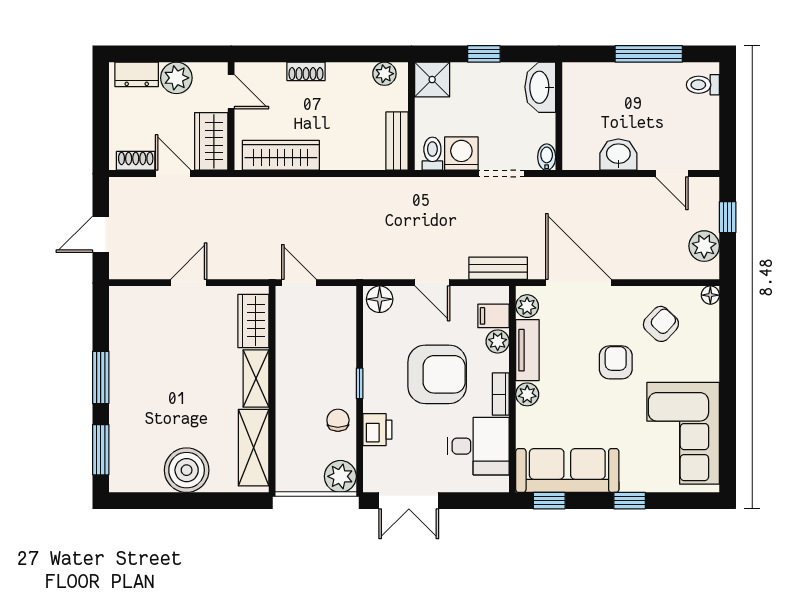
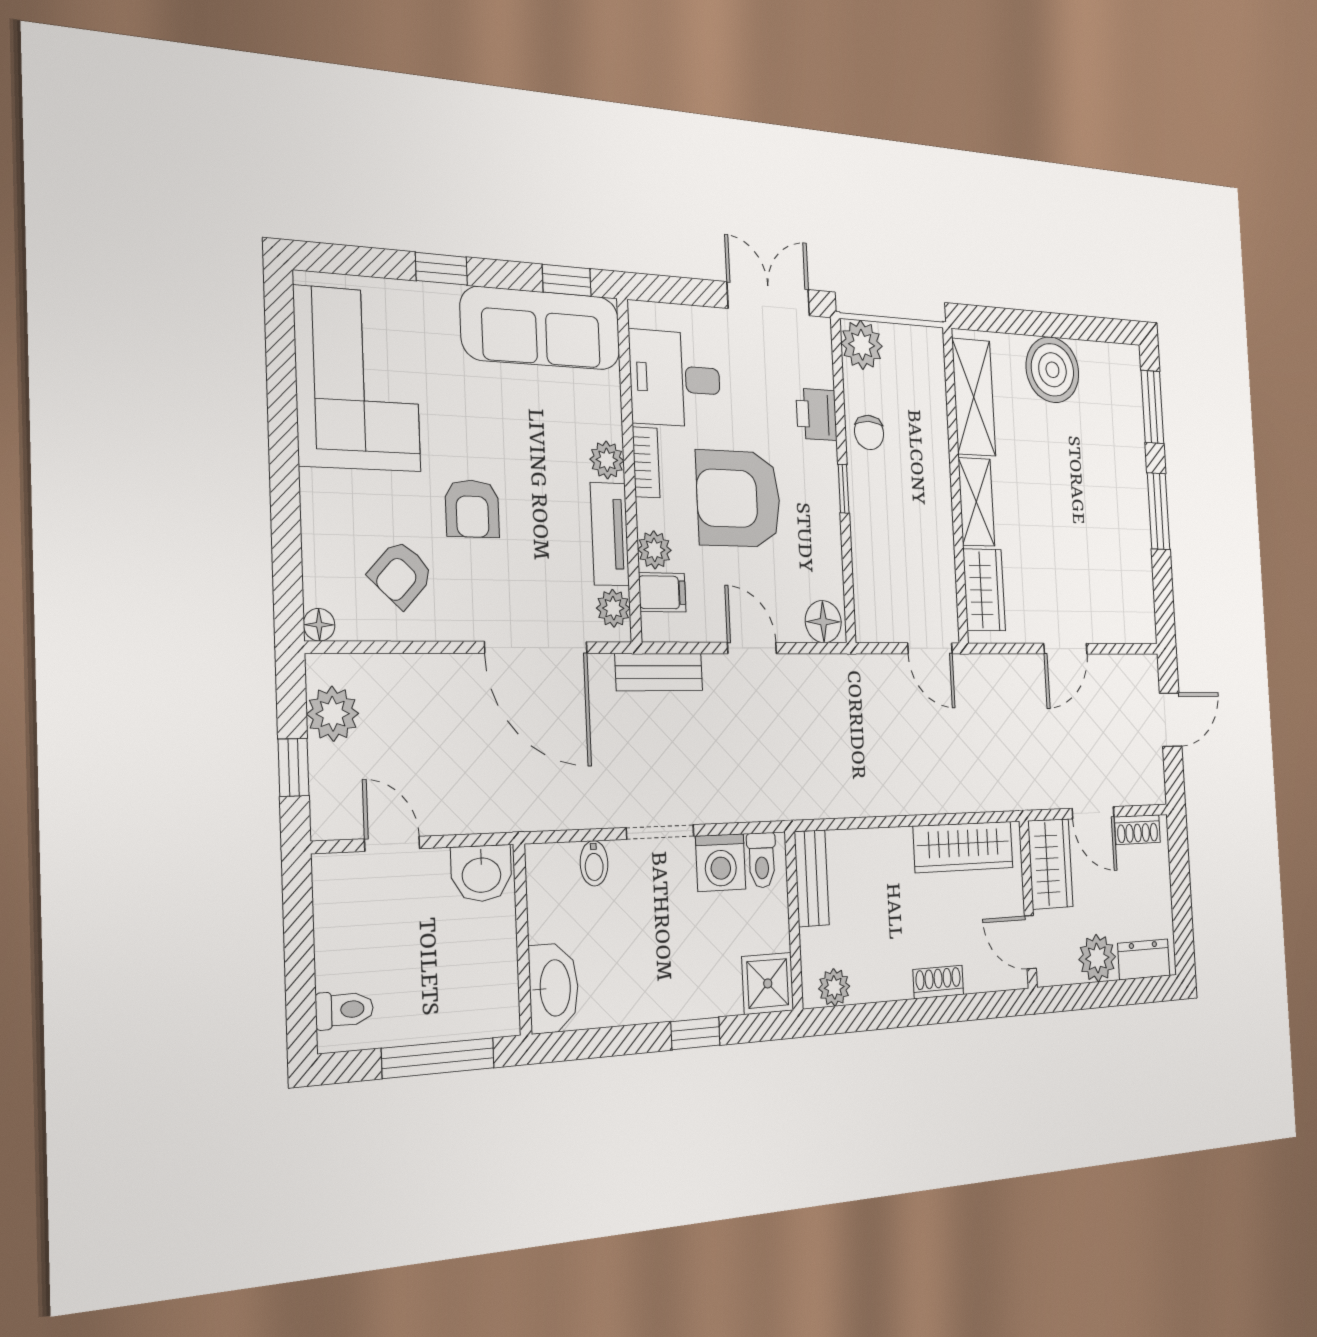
washbasin: (540, 87) -> (554, 988), moved
wall: (559, 116) -> (522, 939), moved

